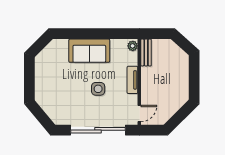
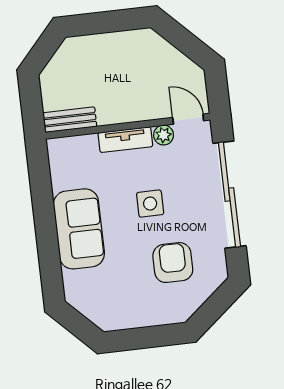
plant: (133, 46) -> (164, 135), moved
armchair: (66, 97) -> (173, 263), added

